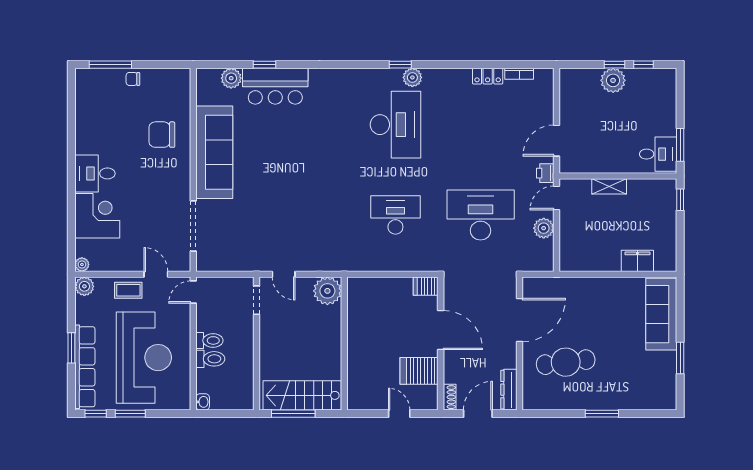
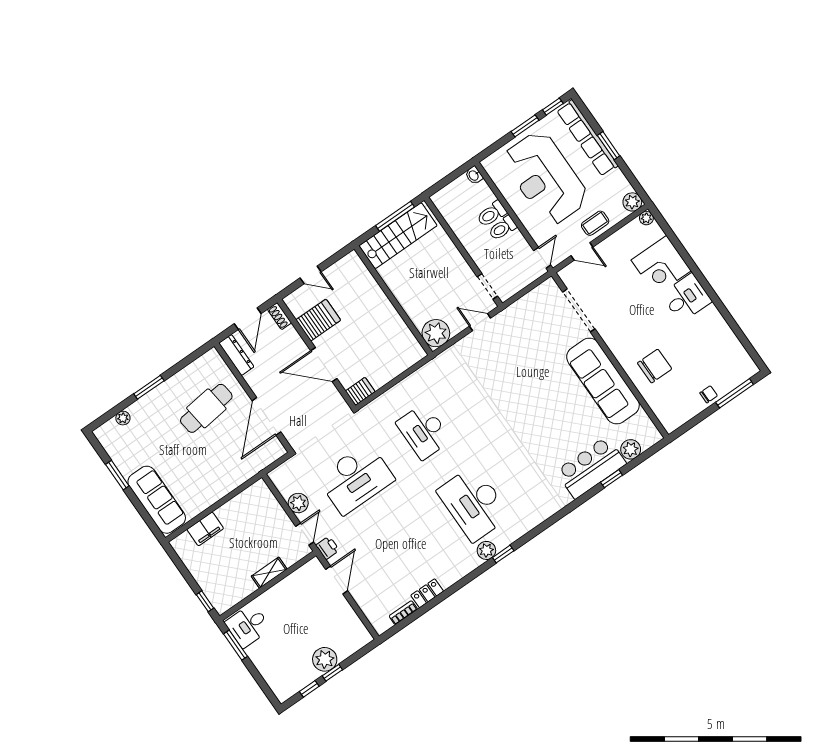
desk: (395, 215) -> (424, 431), turned 90
plant: (642, 403) -> (123, 418), added

